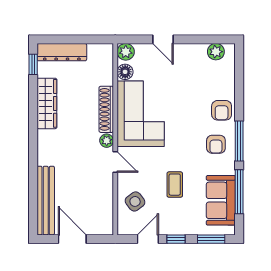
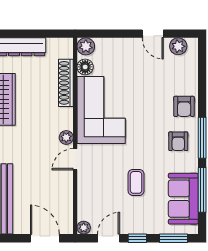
door: (163, 39) -> (153, 34), moved
shoe rack: (106, 109) -> (66, 83), moved
door: (115, 162) -> (75, 159), swing flipped
side table: (135, 201) -> (95, 200), removed
plant: (124, 229) -> (84, 228), added
door: (72, 239) -> (45, 238), moved

